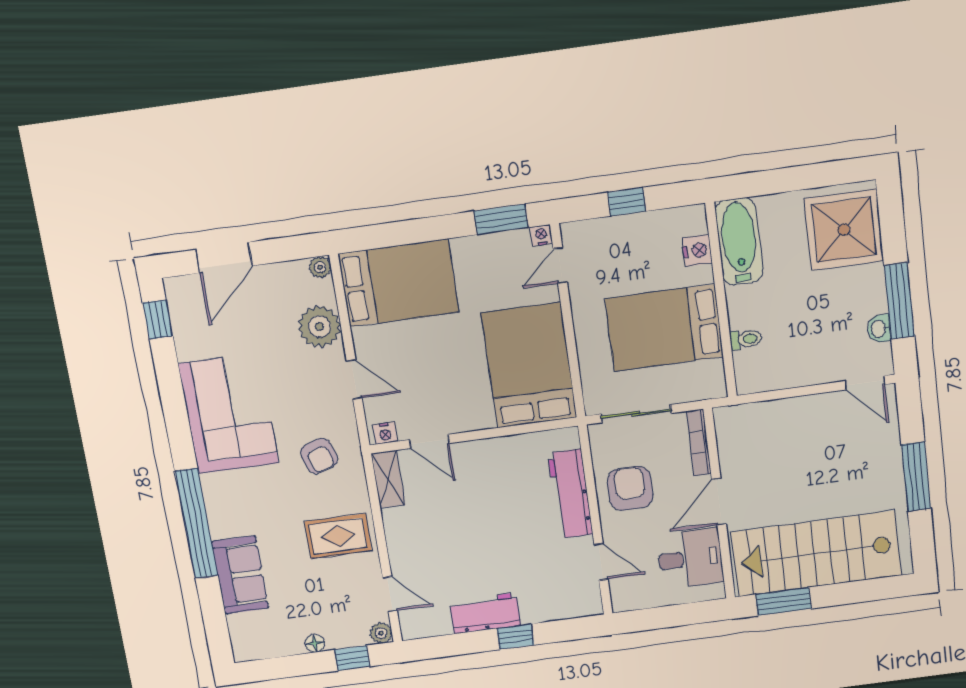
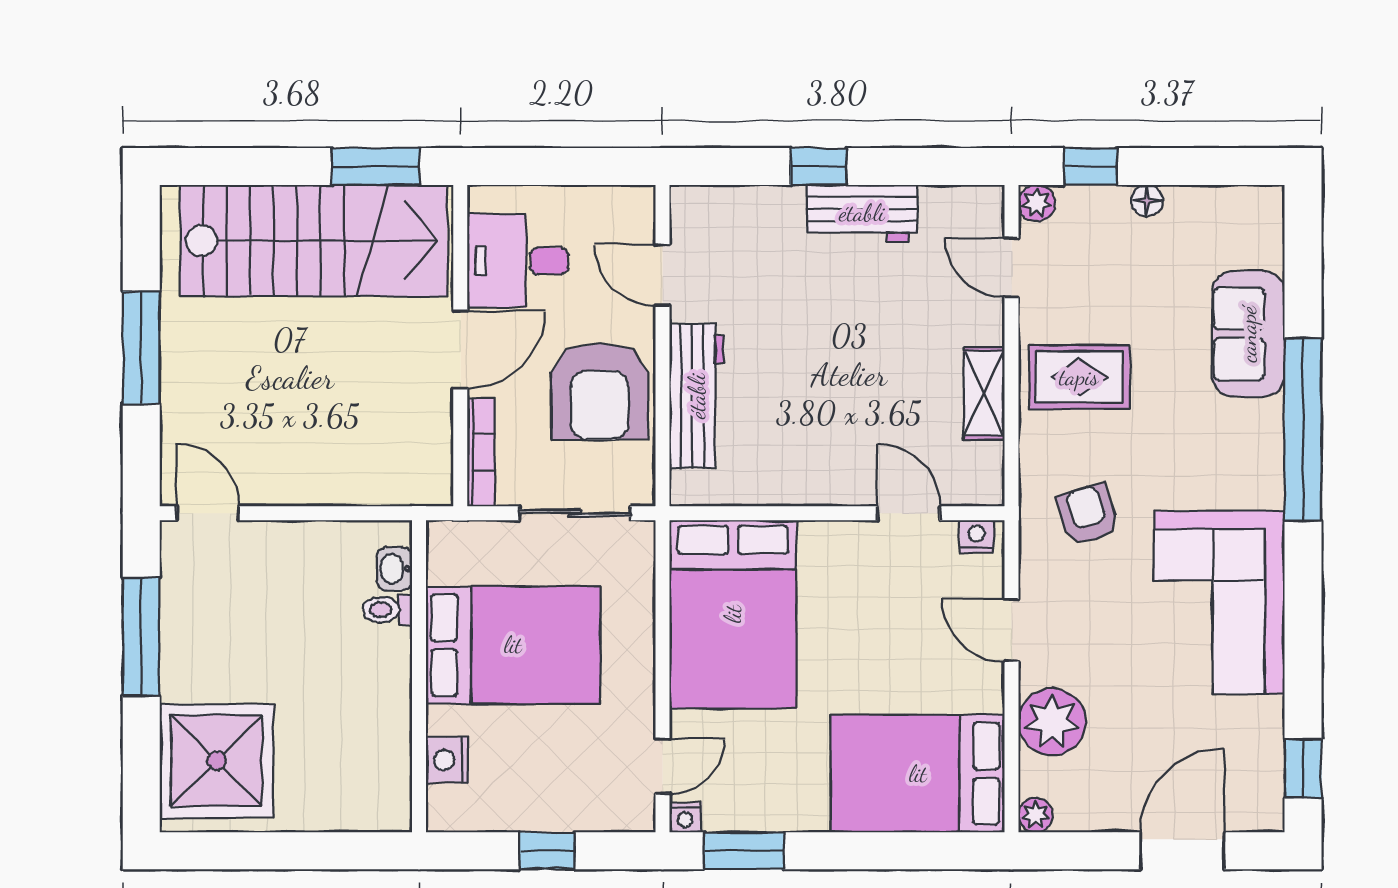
bathtub: (739, 241) -> (380, 765), removed
washbasin: (879, 329) -> (394, 569), moved, turned 180
shelving: (388, 479) -> (984, 393), moved
armchair: (630, 488) -> (600, 392), width x1.36, depth x1.36

